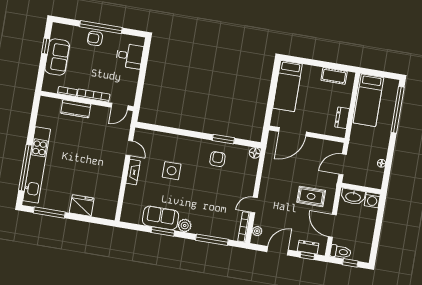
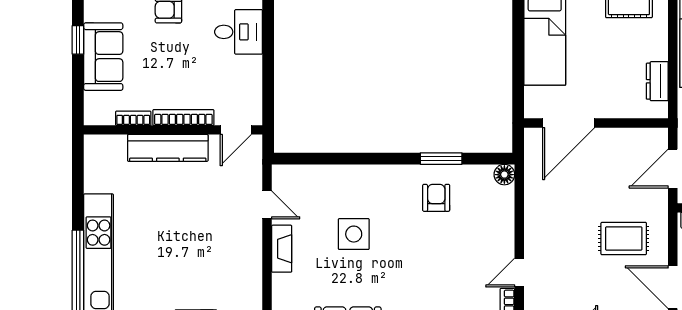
kitchen counter: (76, 109) -> (168, 148), width x1.50

